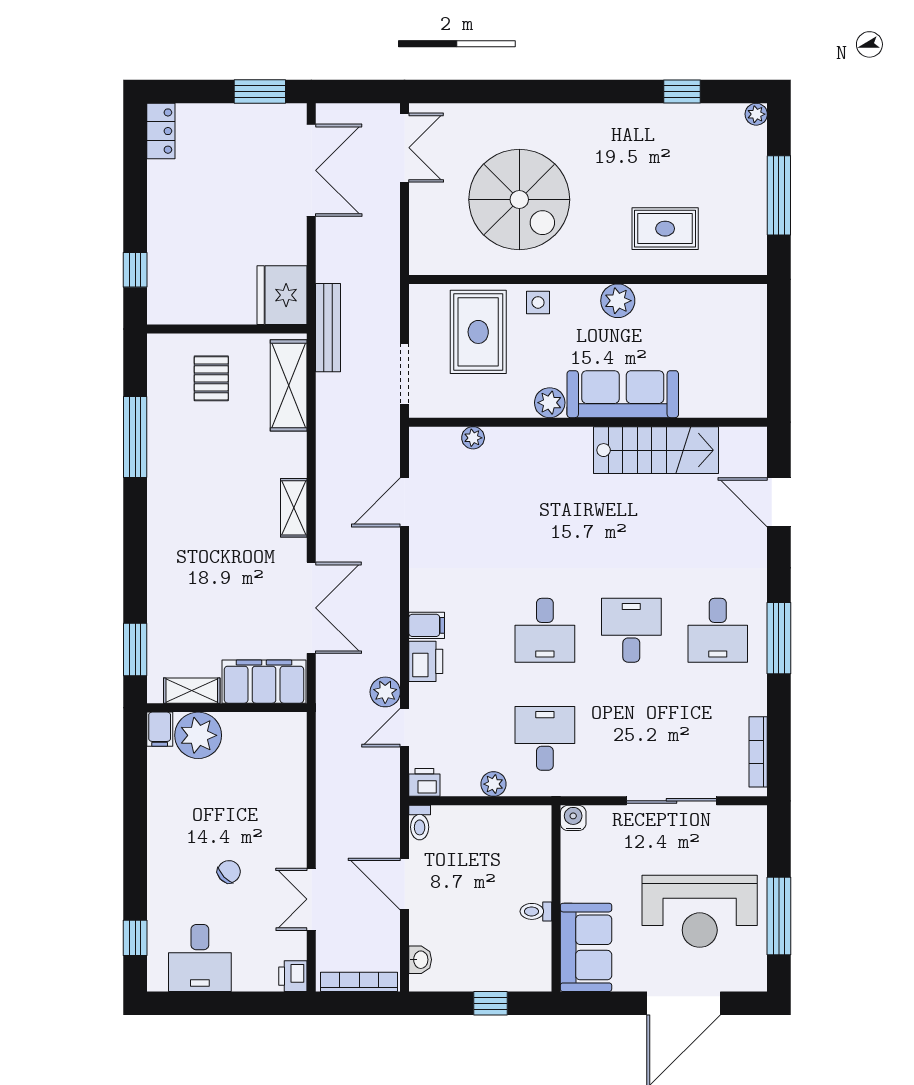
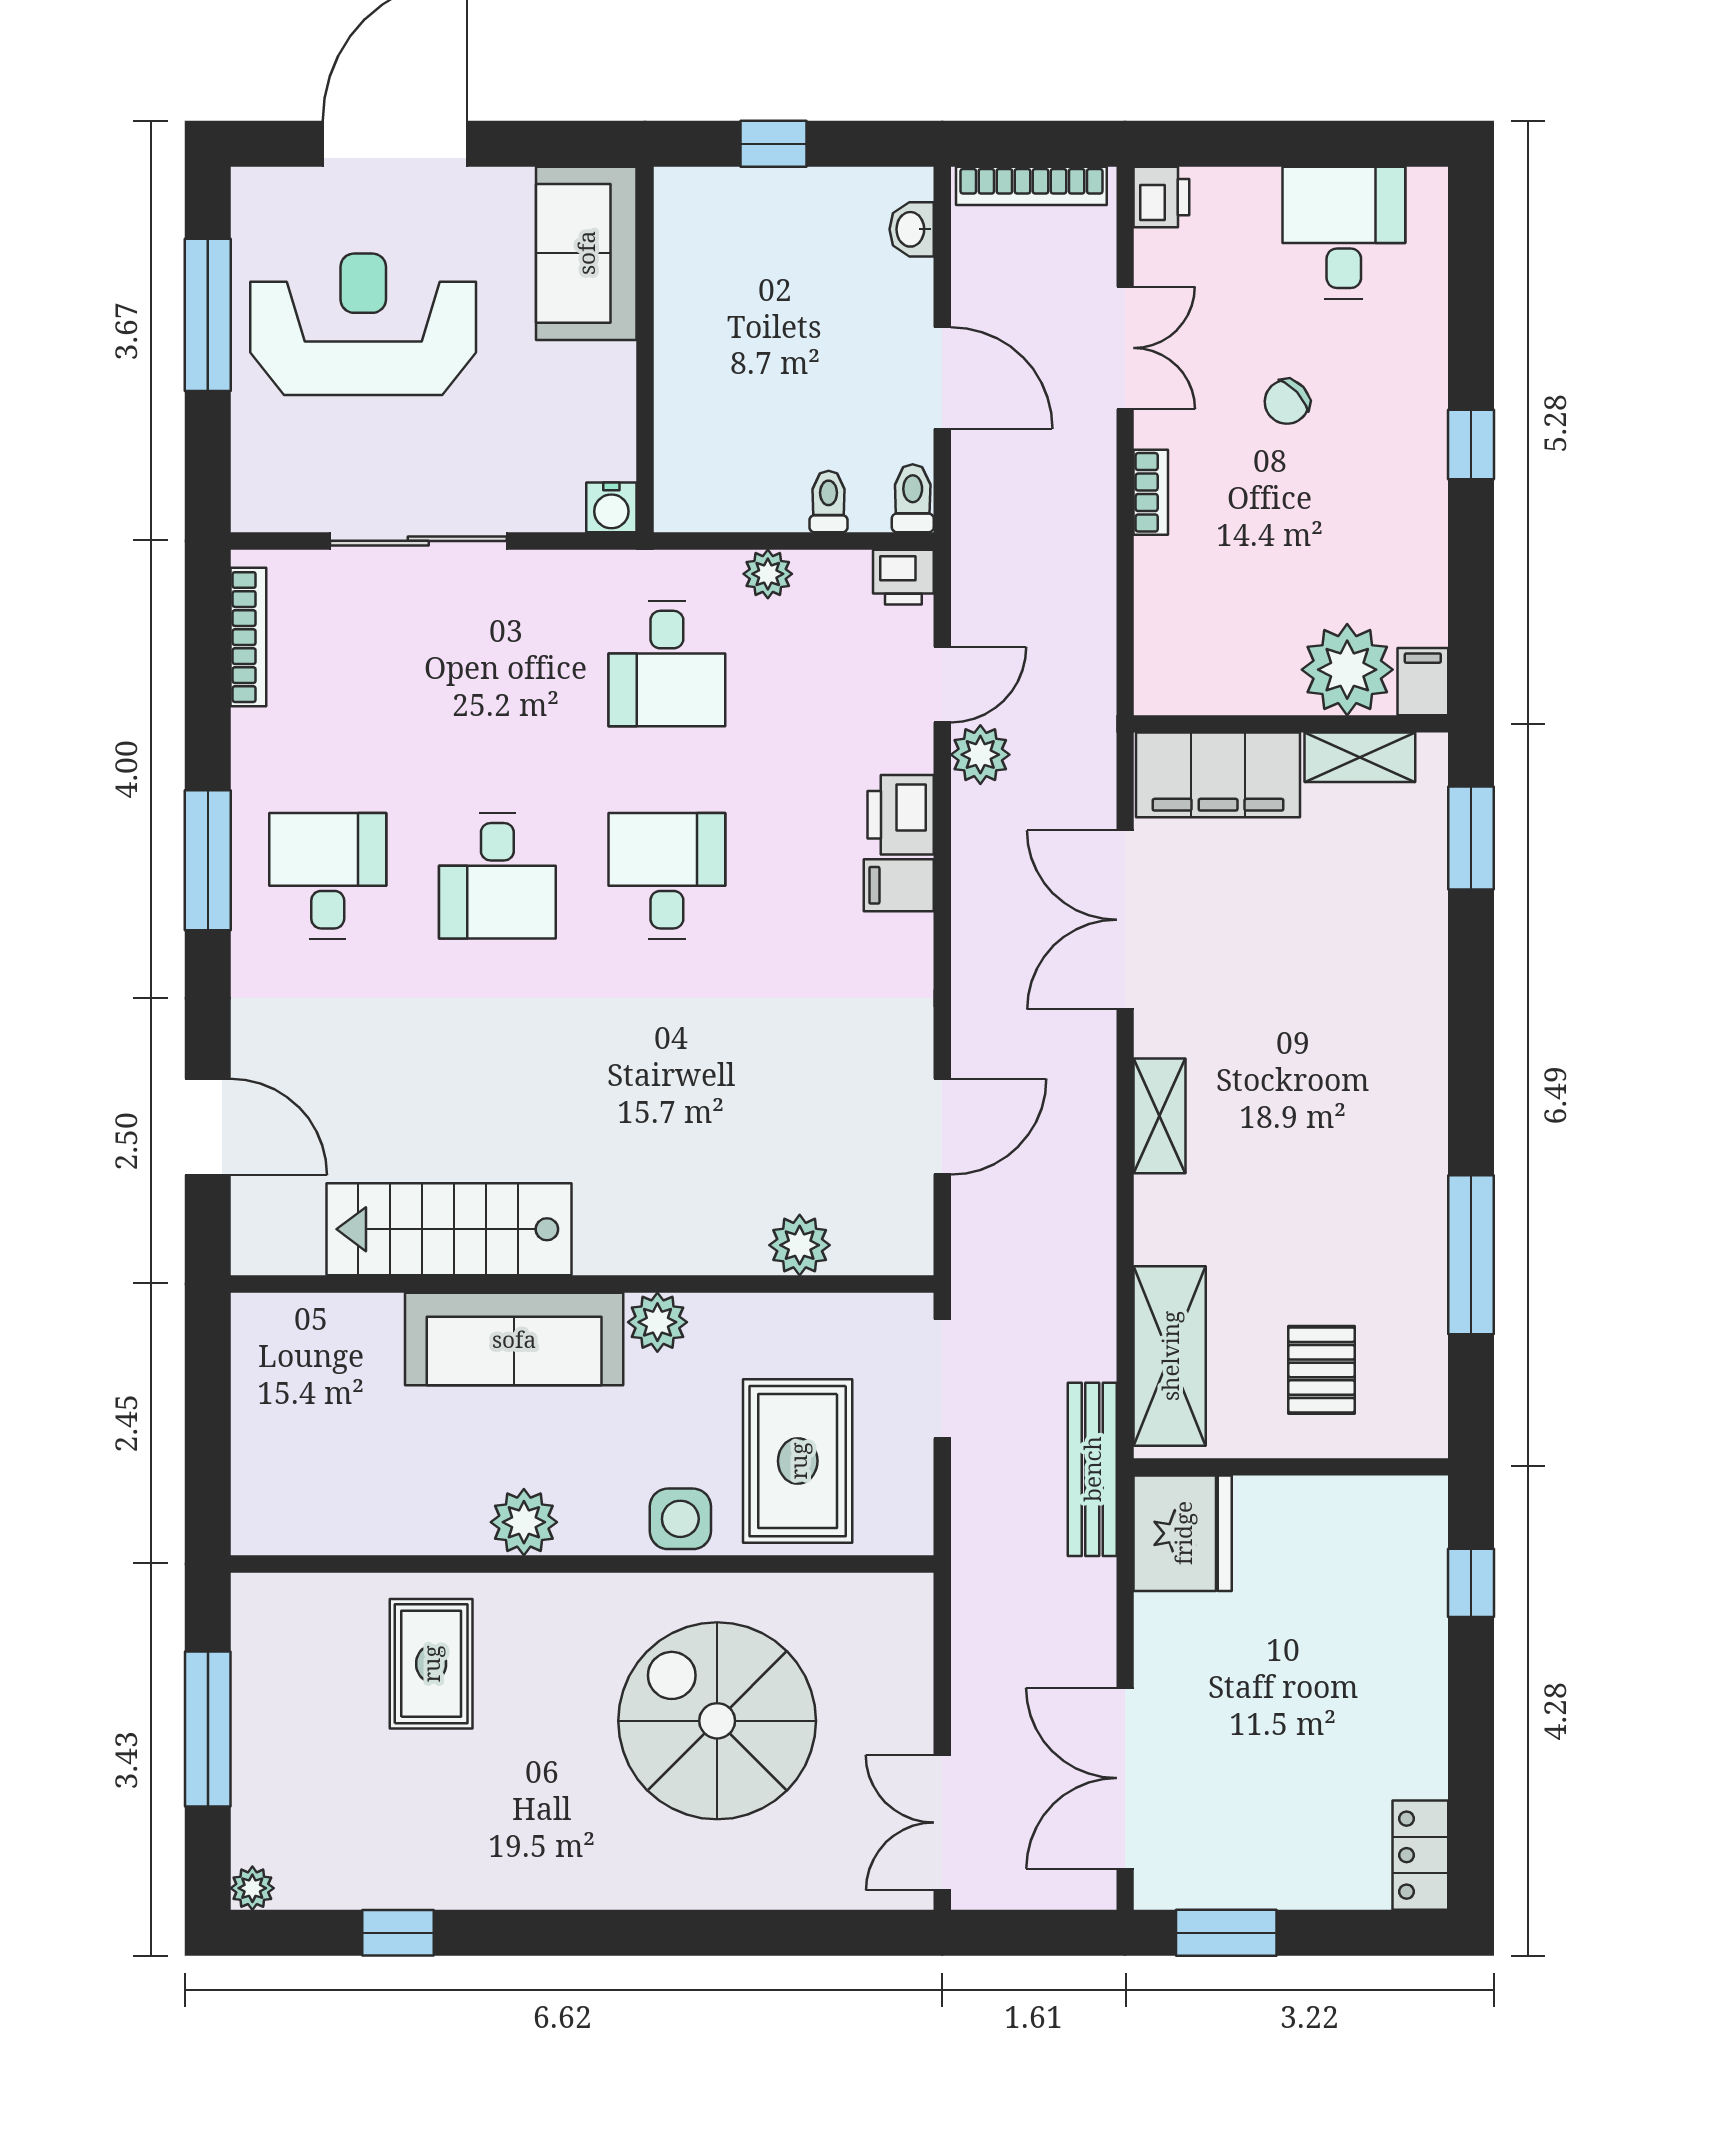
rug: (665, 229) -> (431, 1664), turned 90
side table: (538, 302) -> (680, 1519), width x1.37, depth x1.37
plant: (473, 438) -> (800, 1245), width x1.38, depth x1.38
bookcase: (298, 826) -> (1151, 492), added
toilet: (536, 911) -> (829, 502), moved, turned -90
window: (135, 938) -> (1471, 444), moved

